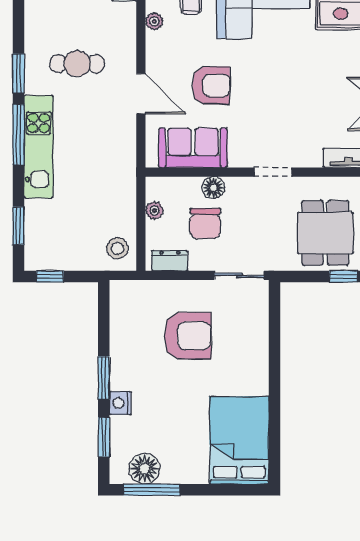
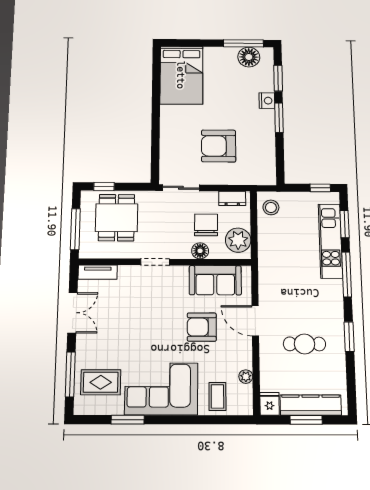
window: (19, 134) -> (347, 274), moved
kitchen unit: (39, 147) -> (330, 241), moved
plant: (154, 210) -> (238, 240), width x1.88, depth x1.88

